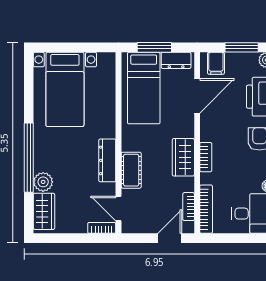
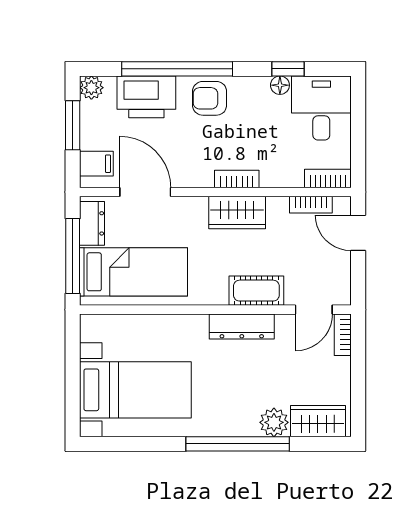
window: (154, 47) -> (73, 256), width x1.44
bookcase: (206, 209) -> (328, 178), width x0.64

